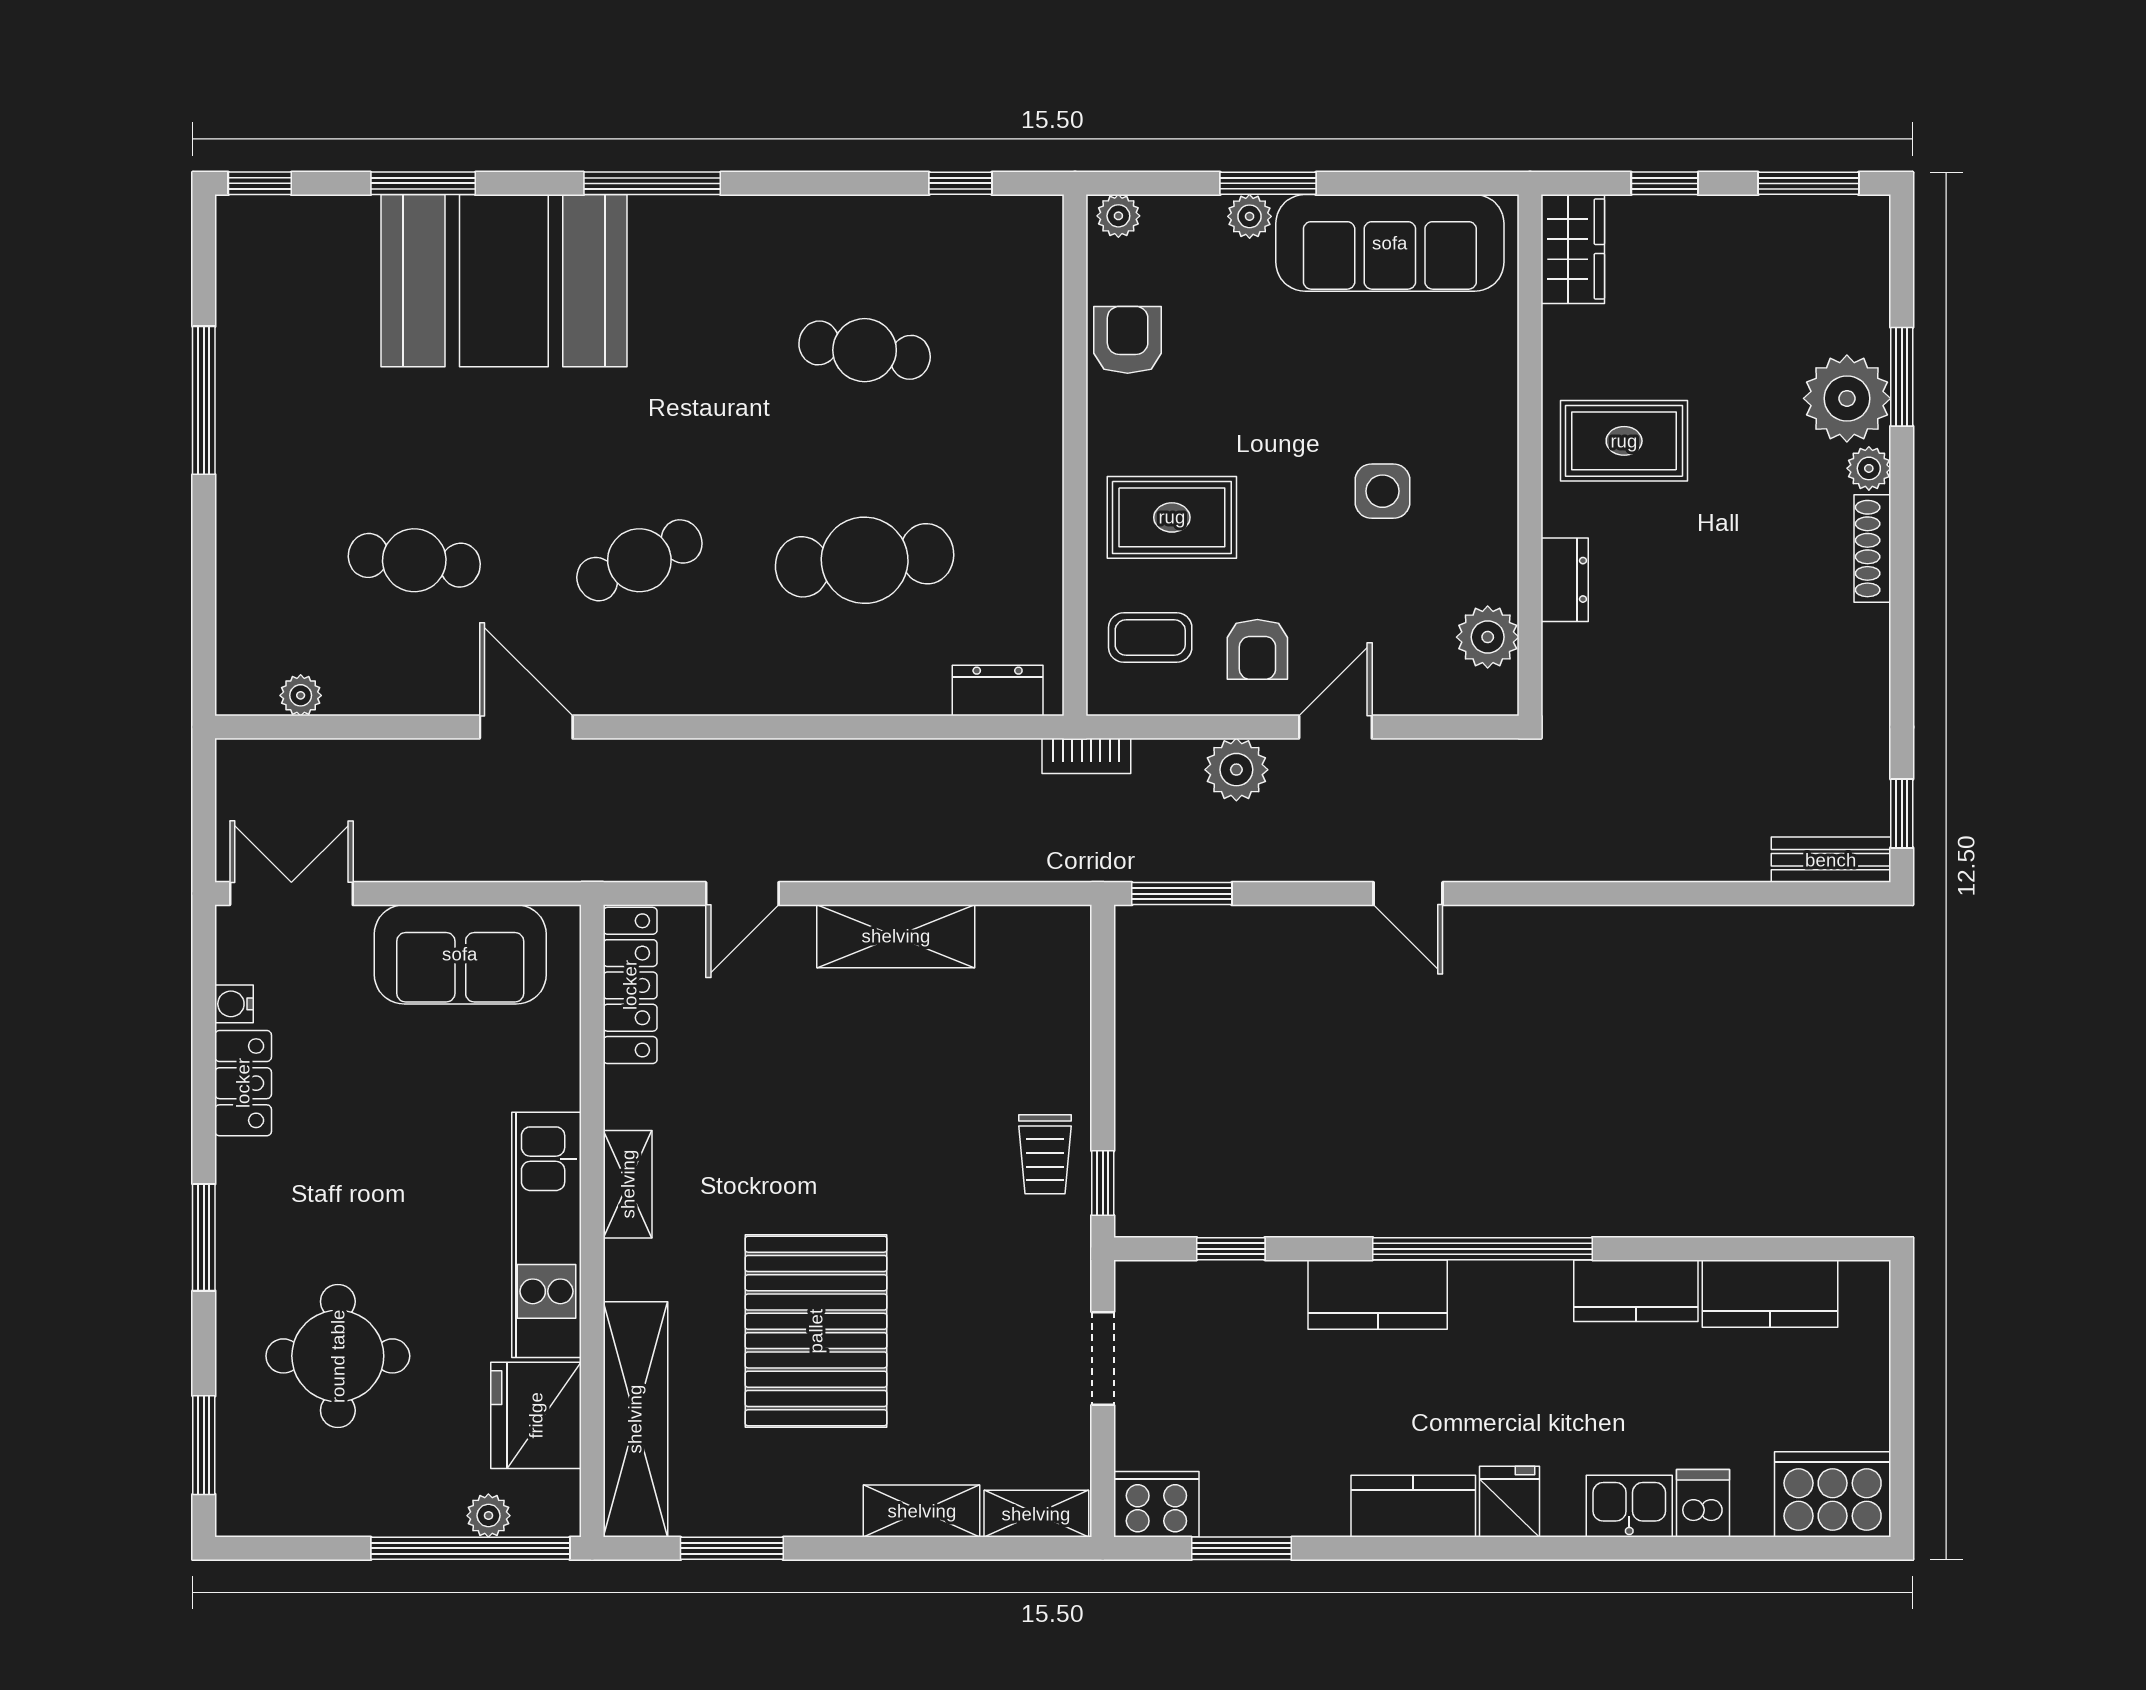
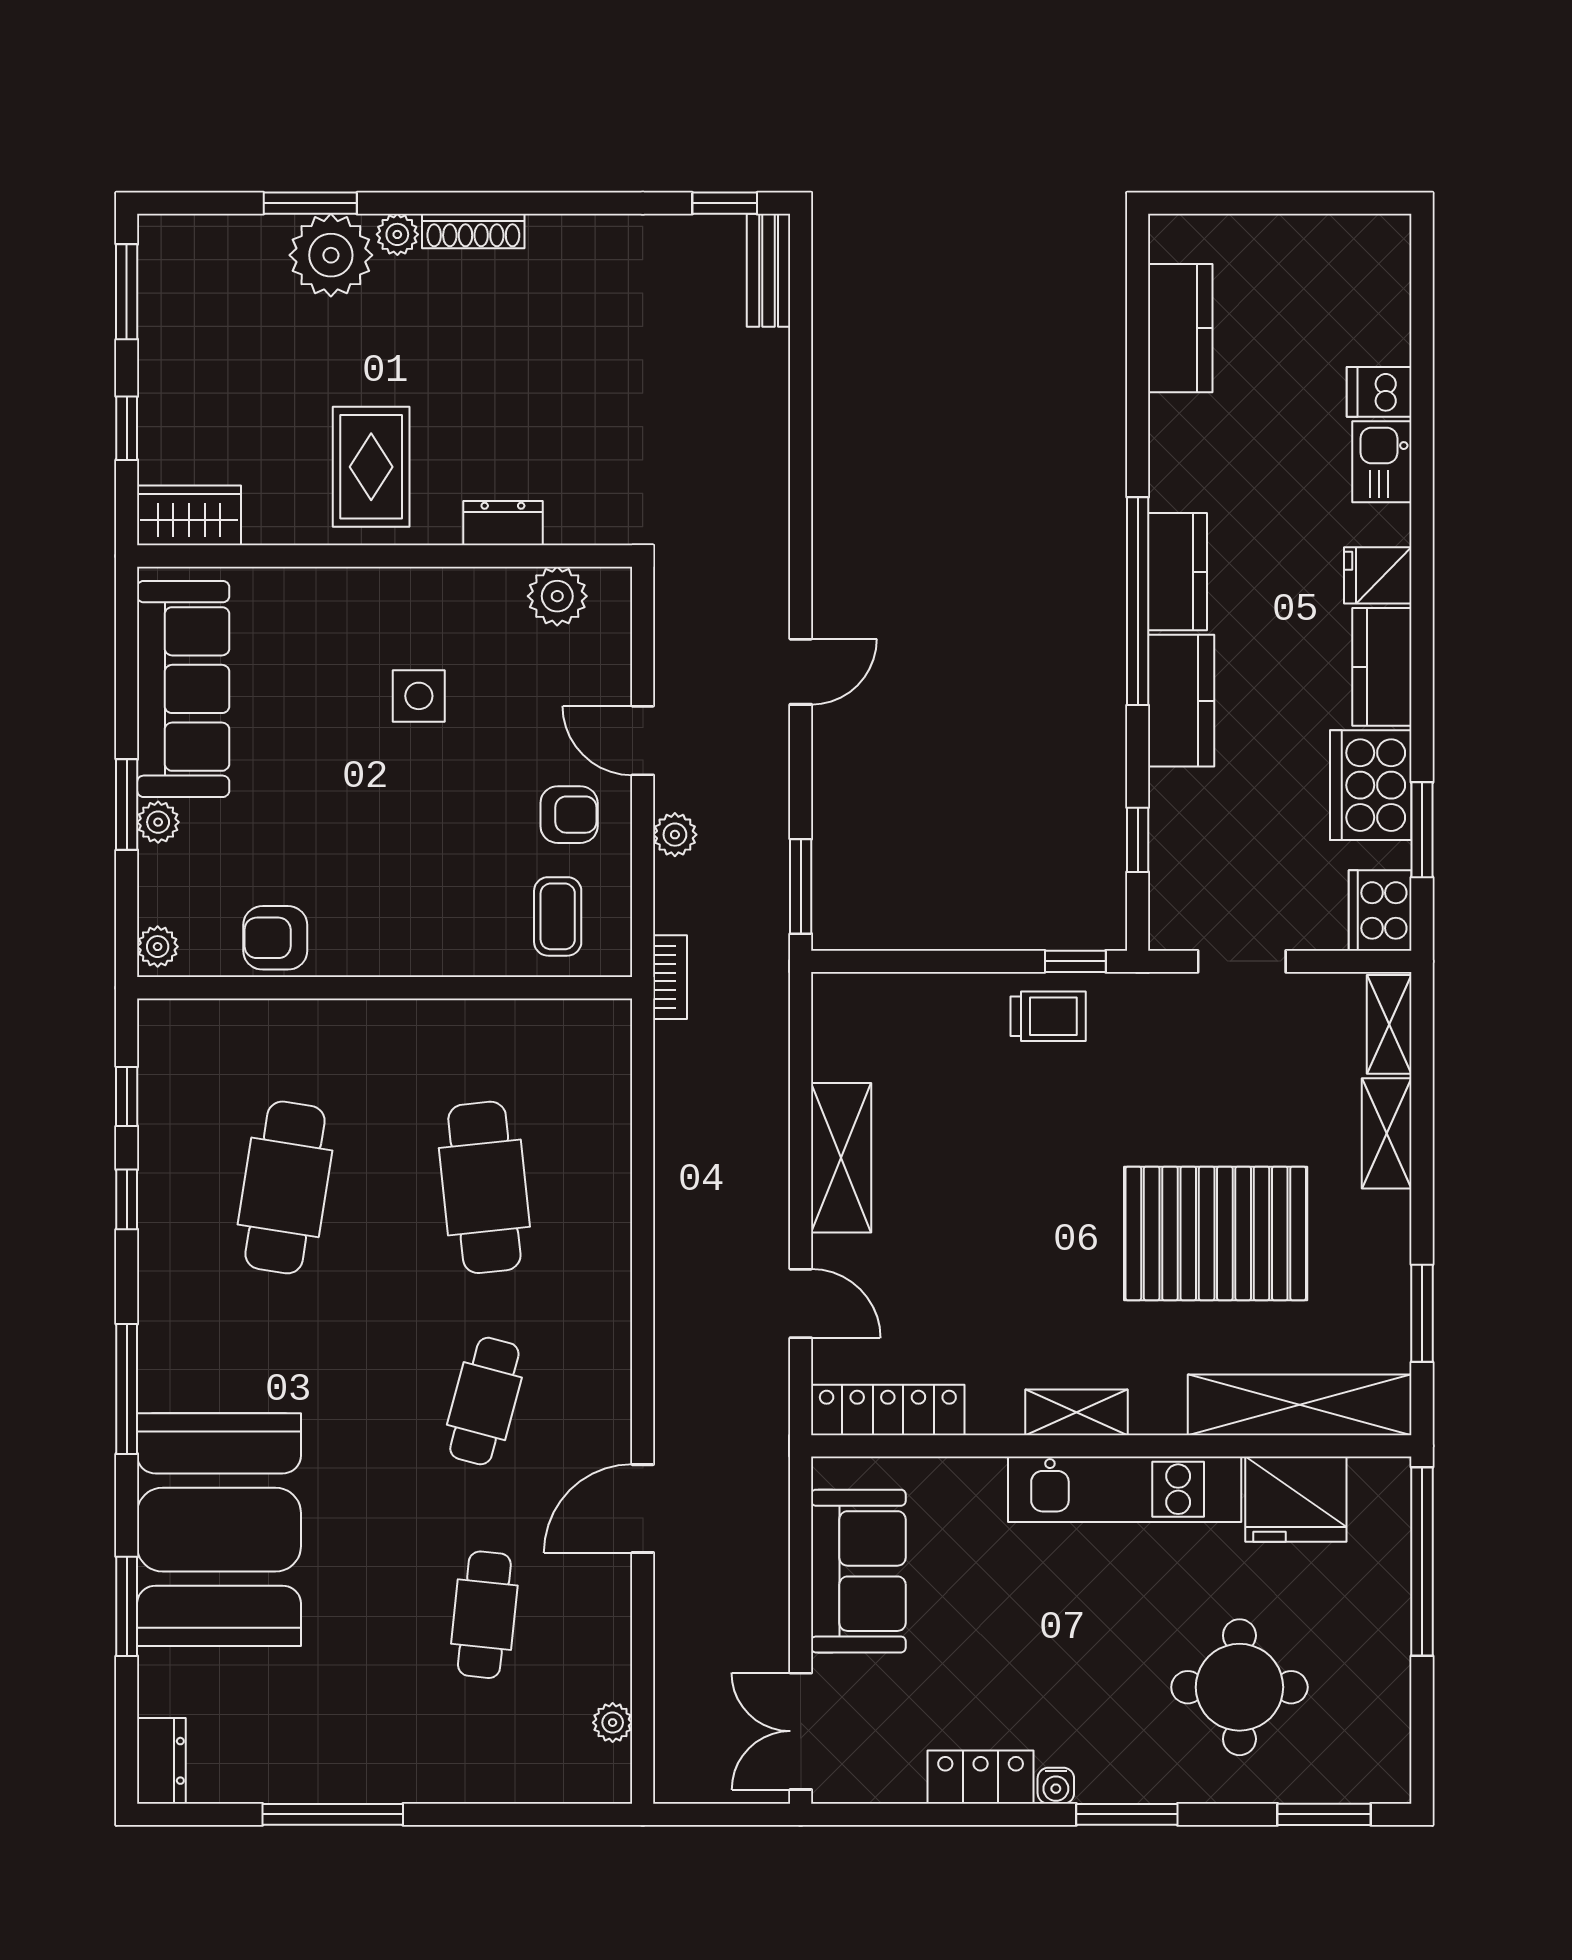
window: (260, 183) -> (127, 1199), moved
cafe table: (865, 350) -> (285, 1187), width x1.37, depth x1.35
rug: (1172, 517) -> (444, 896), removed
cafe table: (639, 560) -> (484, 1401), turned 39
dresser: (998, 691) -> (161, 1761), moved, turned 180
plant: (1236, 770) -> (675, 835), width x0.73, depth x0.73
water cooler: (234, 1004) -> (1056, 1786), moved
kitchen counter: (1636, 1291) -> (1178, 572), moved
cooker: (1833, 1494) -> (1371, 785), moved
plant: (488, 1516) -> (1391, 1544), removed

